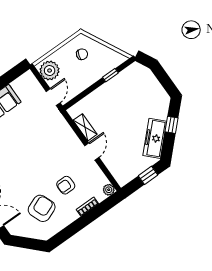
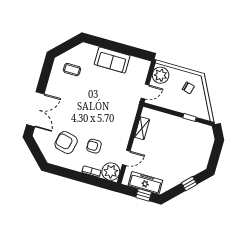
freezer: (155, 138) -> (145, 183), moved, turned 45
door: (92, 151) -> (126, 158), moved
plant: (109, 190) -> (111, 172), width x1.88, depth x1.88
armchair: (42, 208) -> (66, 143), turned -145

